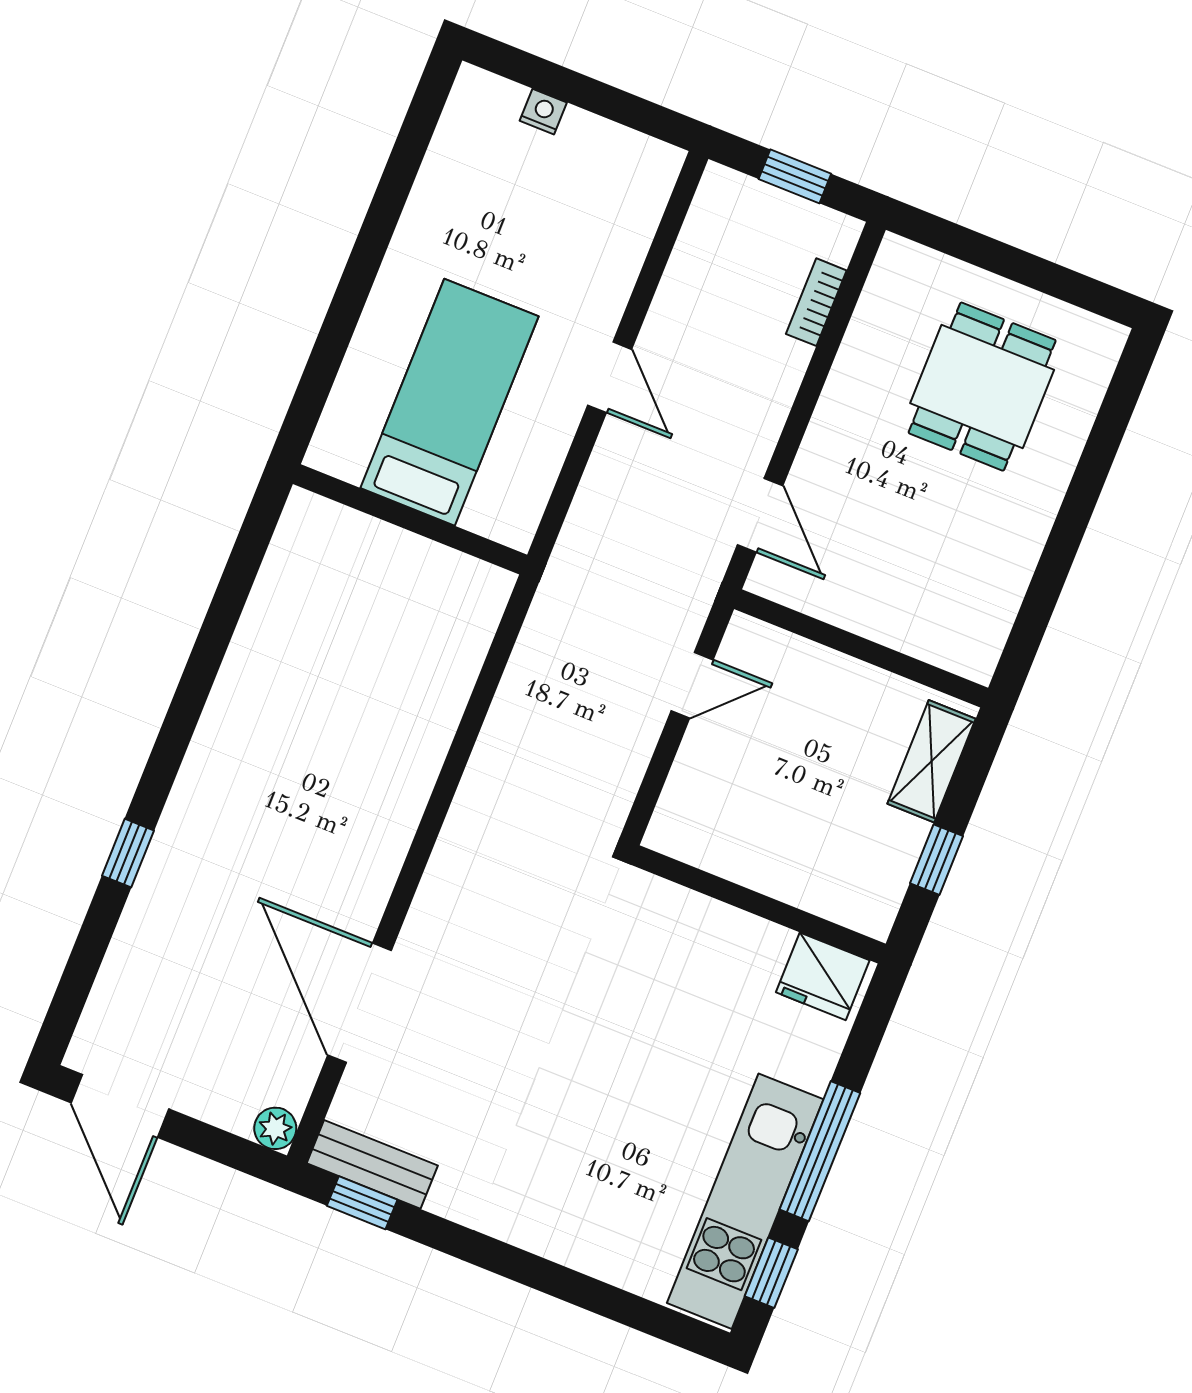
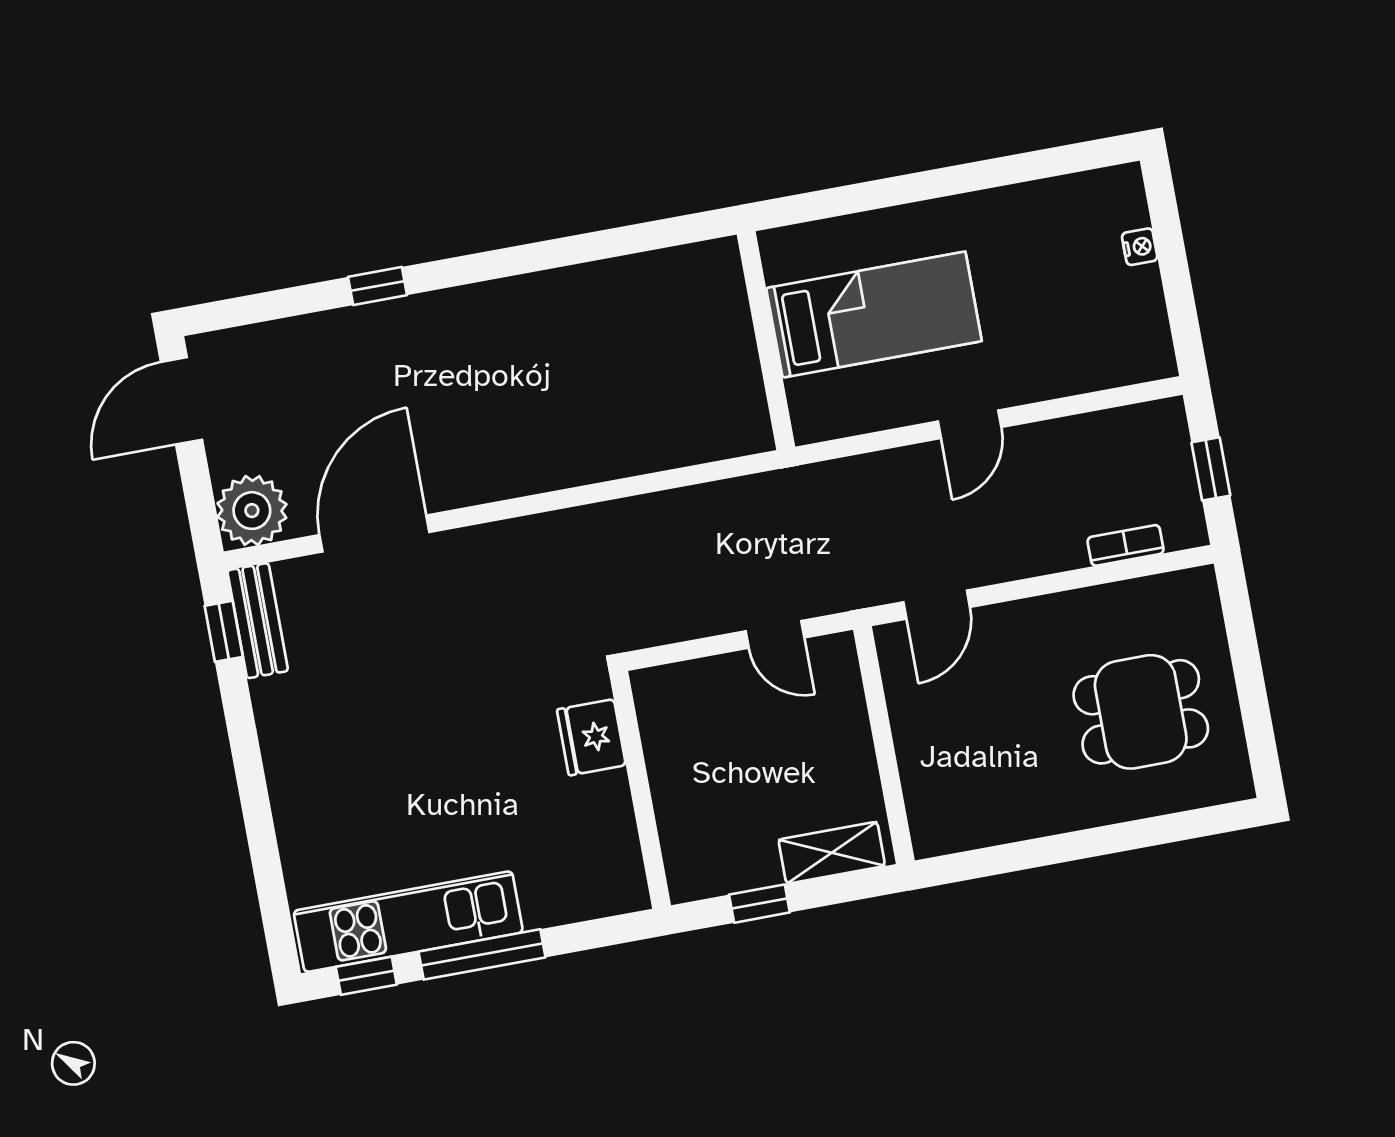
fridge: (823, 976) -> (591, 737), moved
plant: (275, 1128) -> (252, 511), width x1.88, depth x1.88

